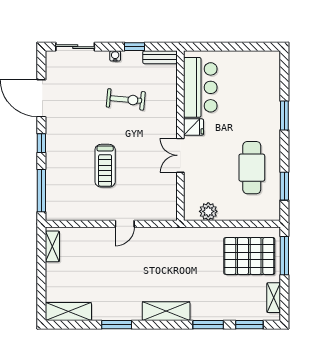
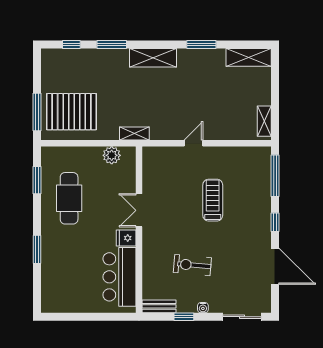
double door: (180, 155) -> (139, 210), swing flipped
shelving: (274, 298) -> (134, 133), moved, turned 90
window: (249, 325) -> (71, 44), width x0.67

